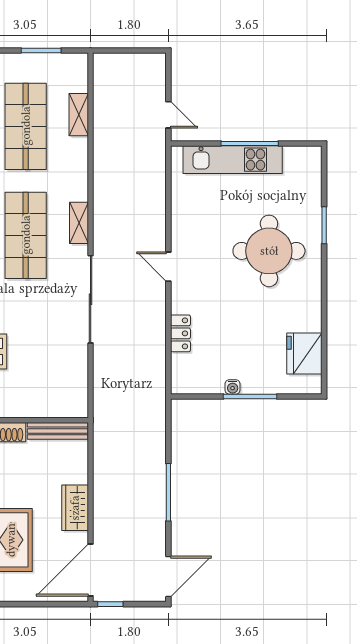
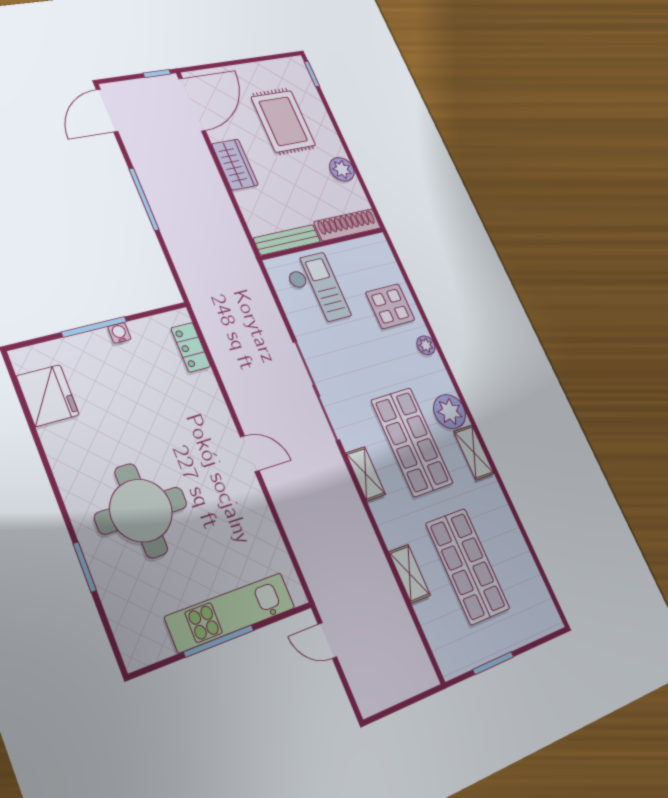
shelving: (79, 115) -> (410, 574), moved
locker: (180, 333) -> (191, 347), moved
checkout: (50, 383) -> (317, 289), added

